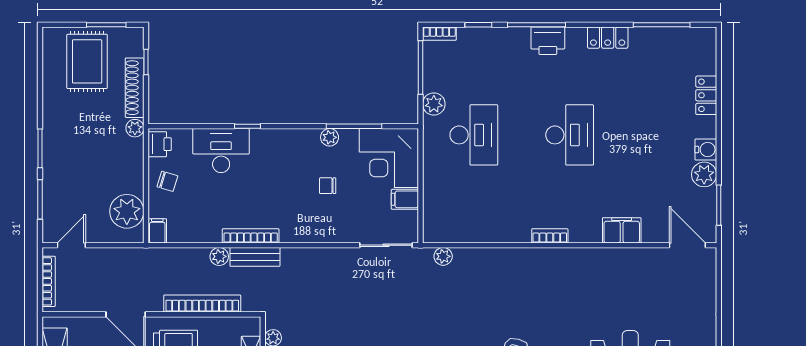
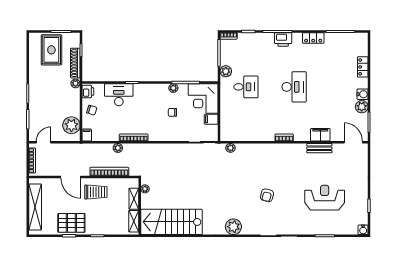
desk: (474, 135) -> (246, 87), width x0.73
bench: (255, 257) -> (319, 148), moved

